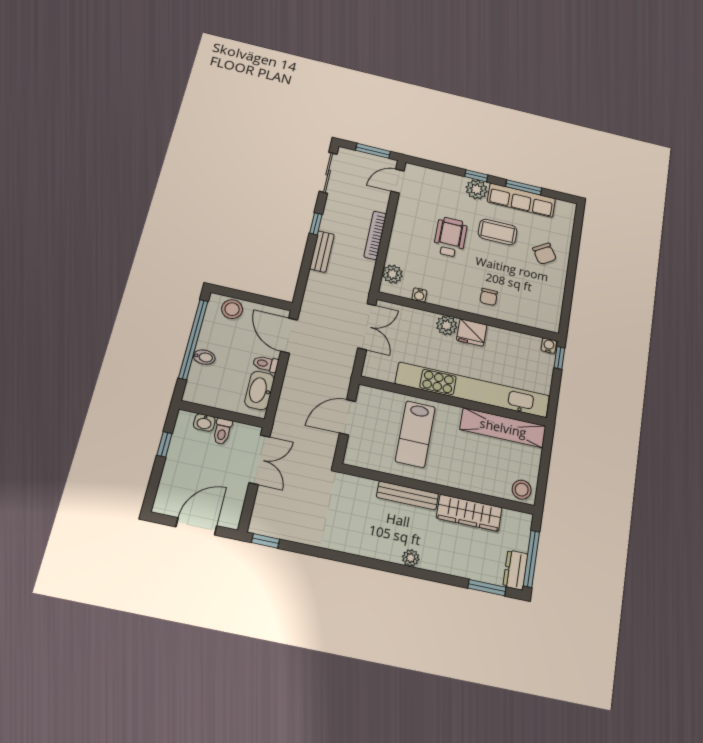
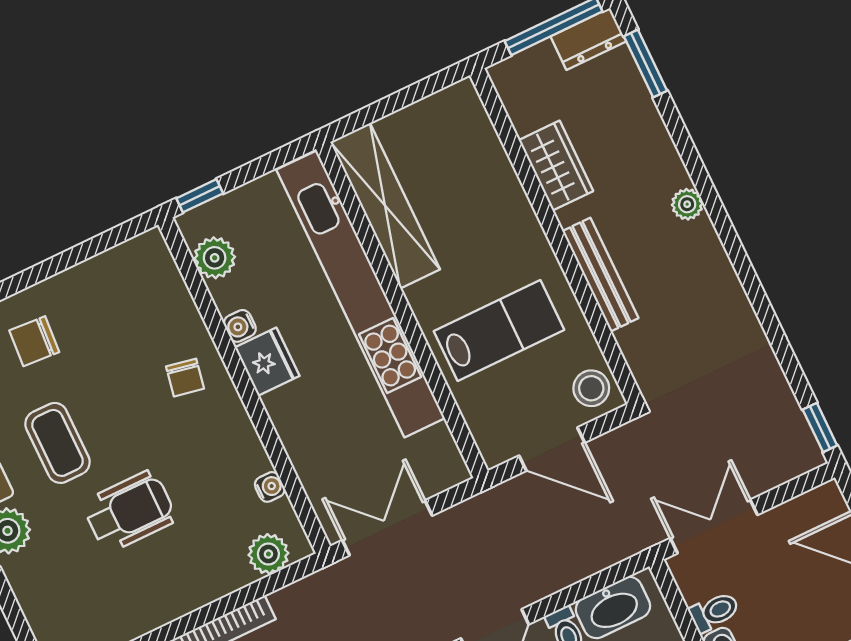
wheelchair: (450, 237) -> (130, 511), turned 180
chair: (545, 254) -> (34, 341), turned -144
chair: (489, 297) -> (185, 378), turned 101
plant: (447, 325) -> (215, 258), moved
water cooler: (549, 346) -> (240, 326), moved
stool: (522, 490) -> (591, 388), moved
wardrobe: (469, 513) -> (556, 166), width x0.67

